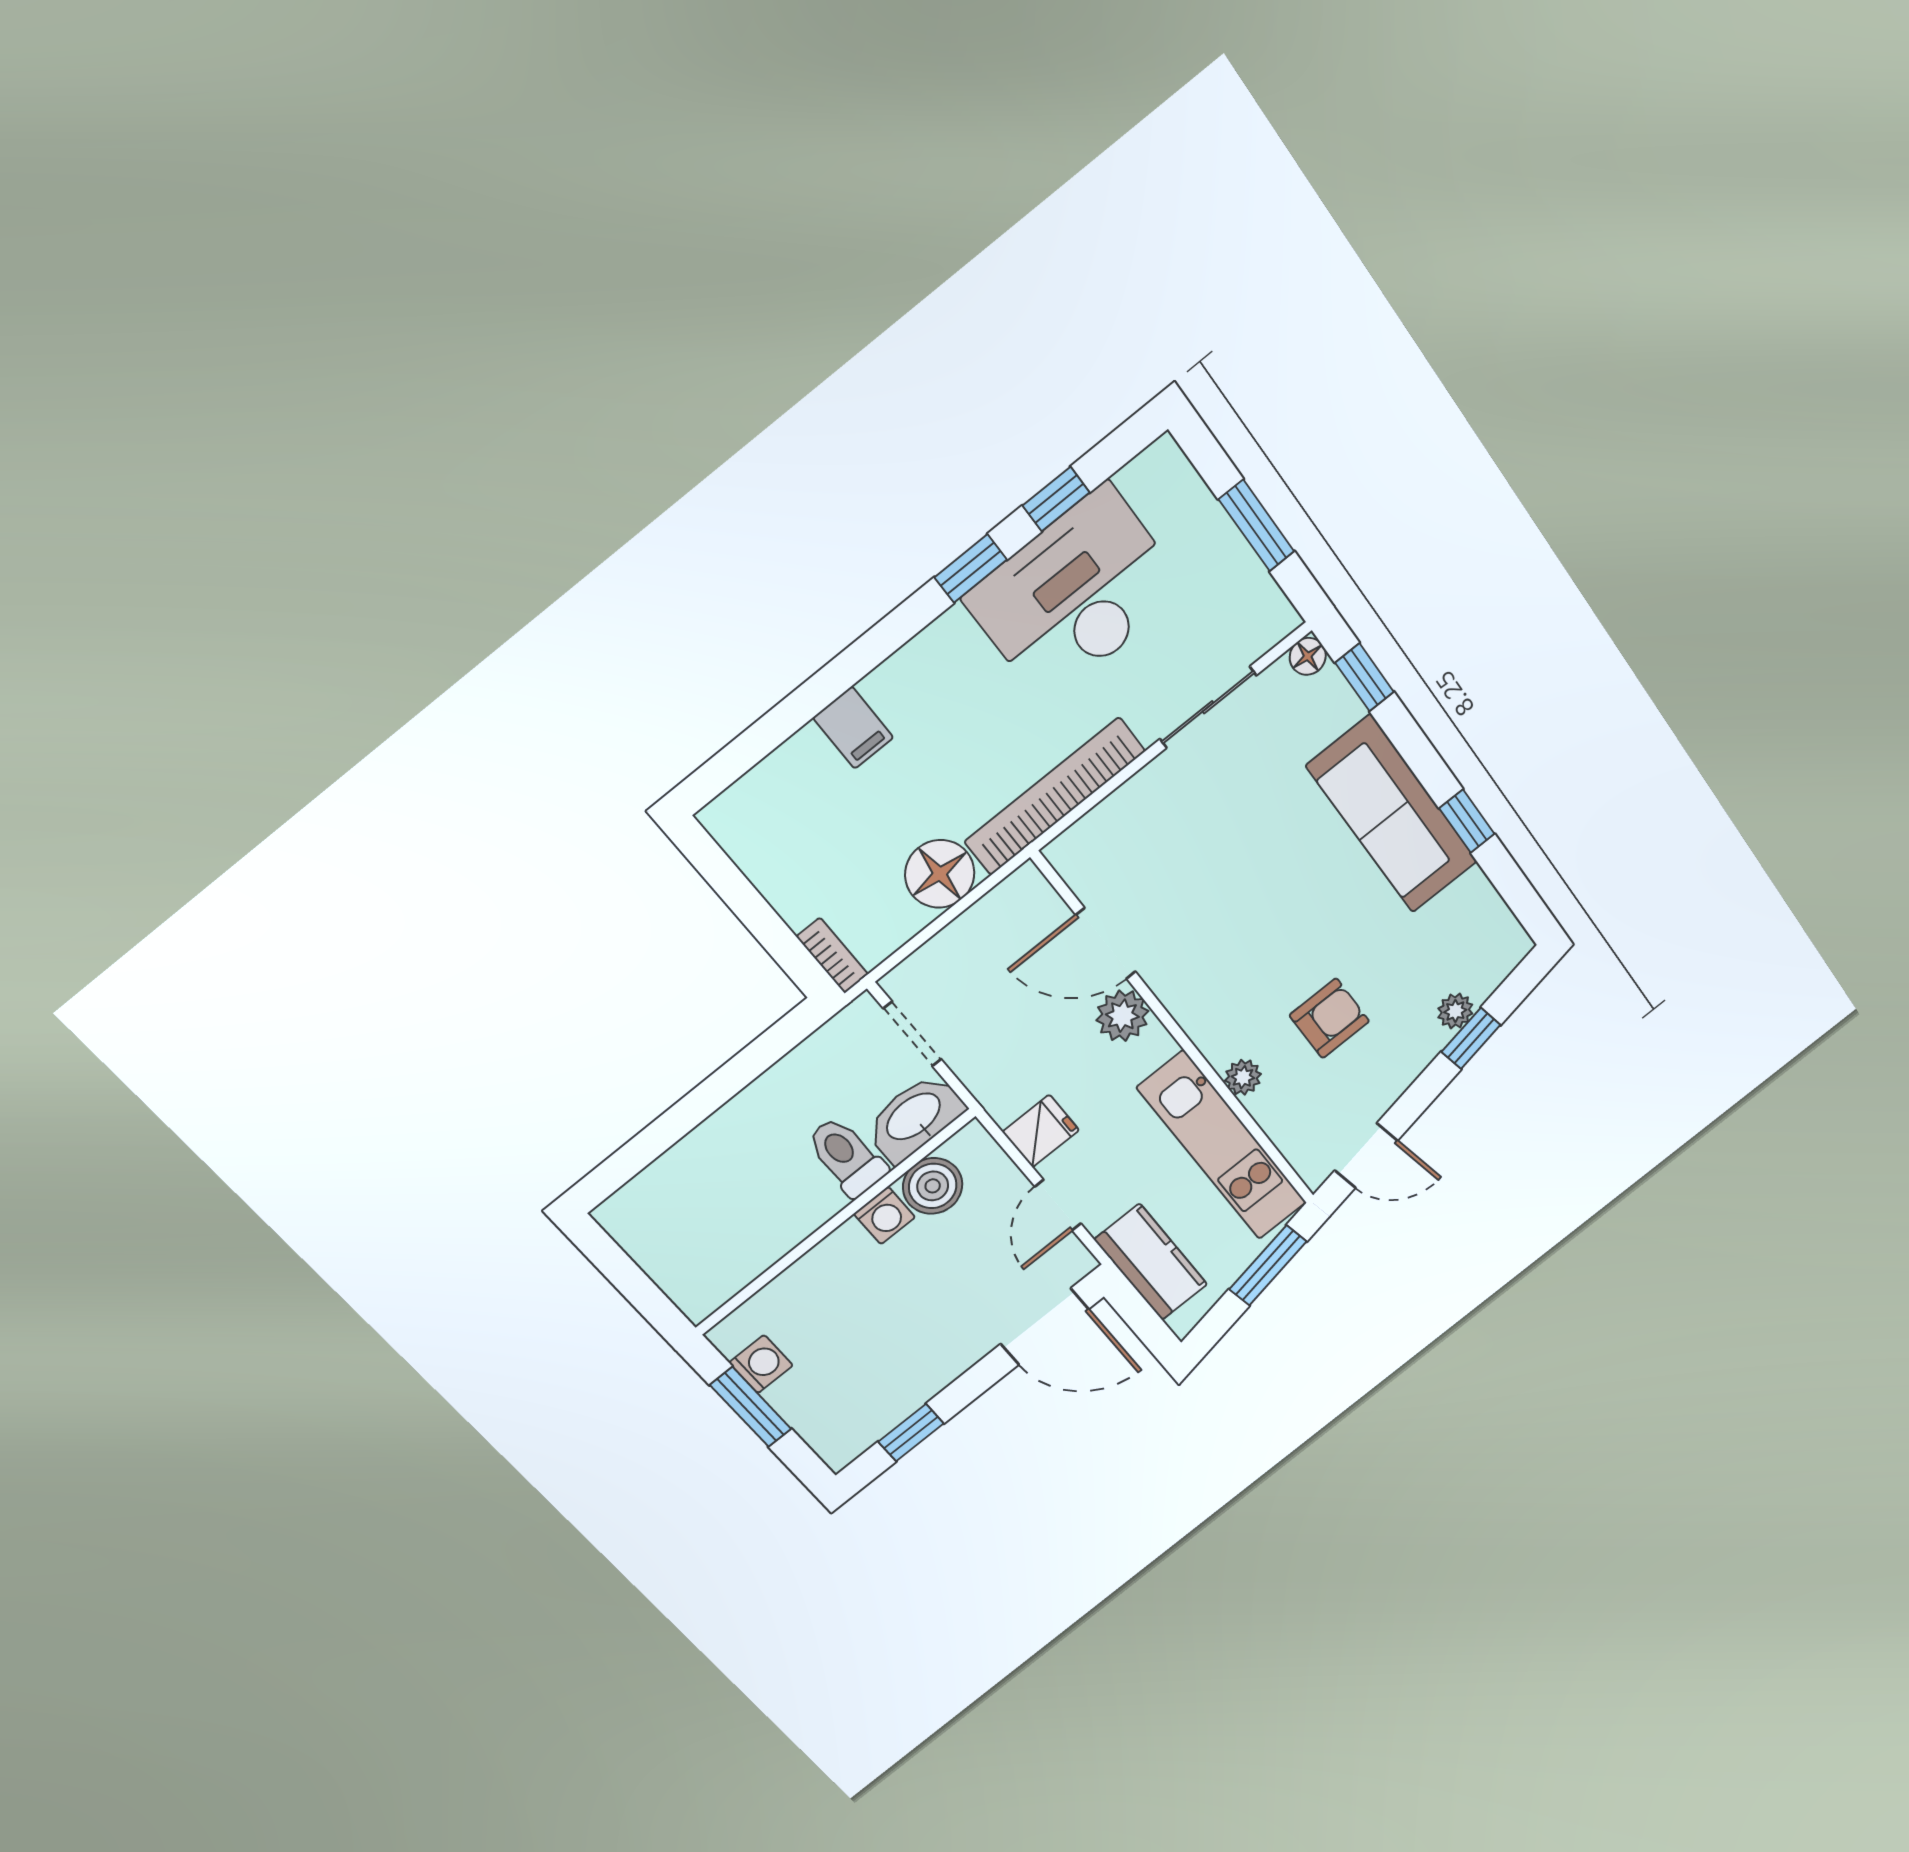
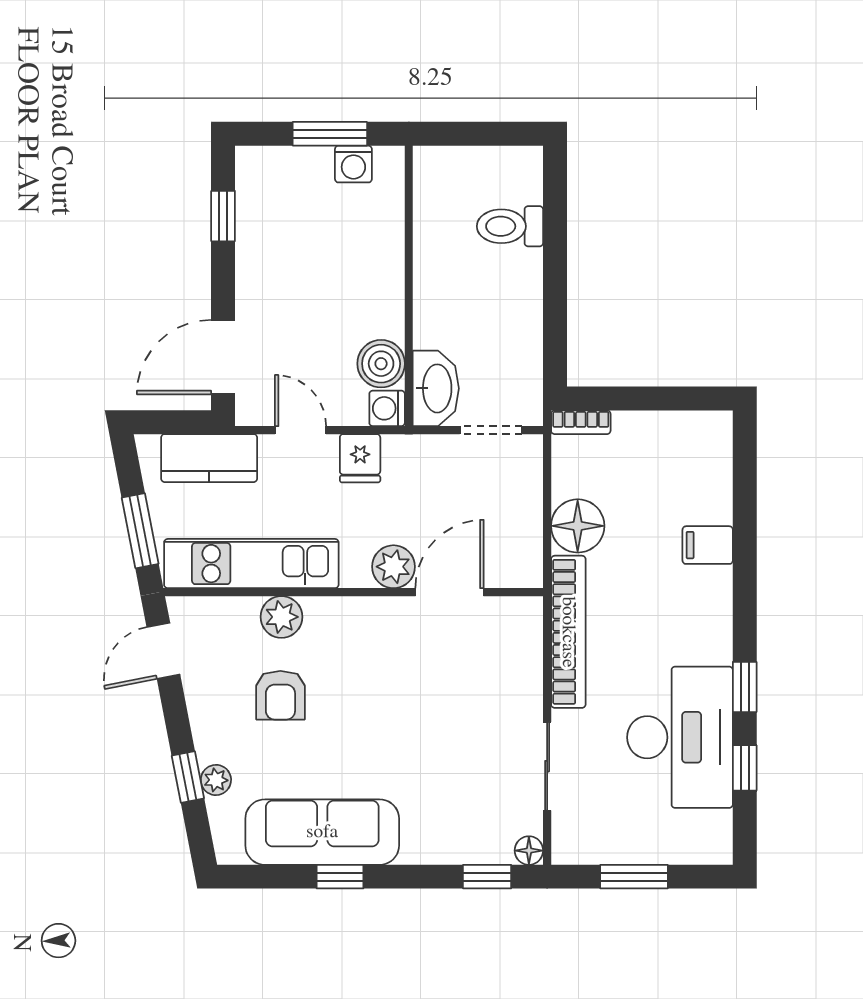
sofa: (1392, 814) -> (322, 832), moved
plant: (1243, 1077) -> (281, 617), width x1.38, depth x1.38
toilet: (846, 1157) -> (510, 226), moved, turned 180
washing machine: (884, 1215) -> (387, 408), moved

